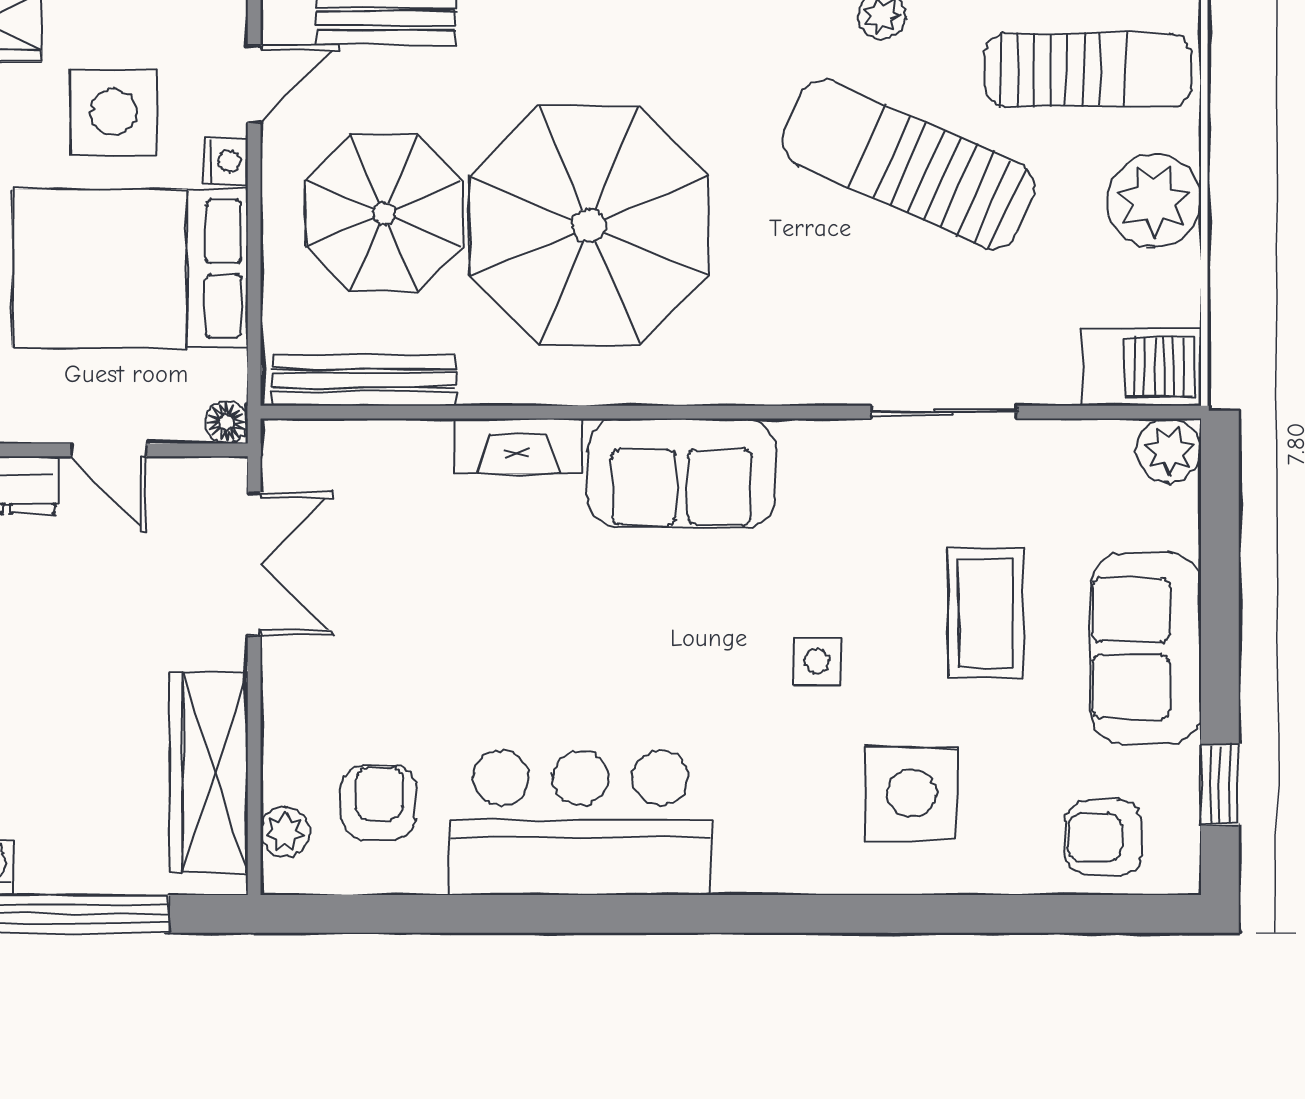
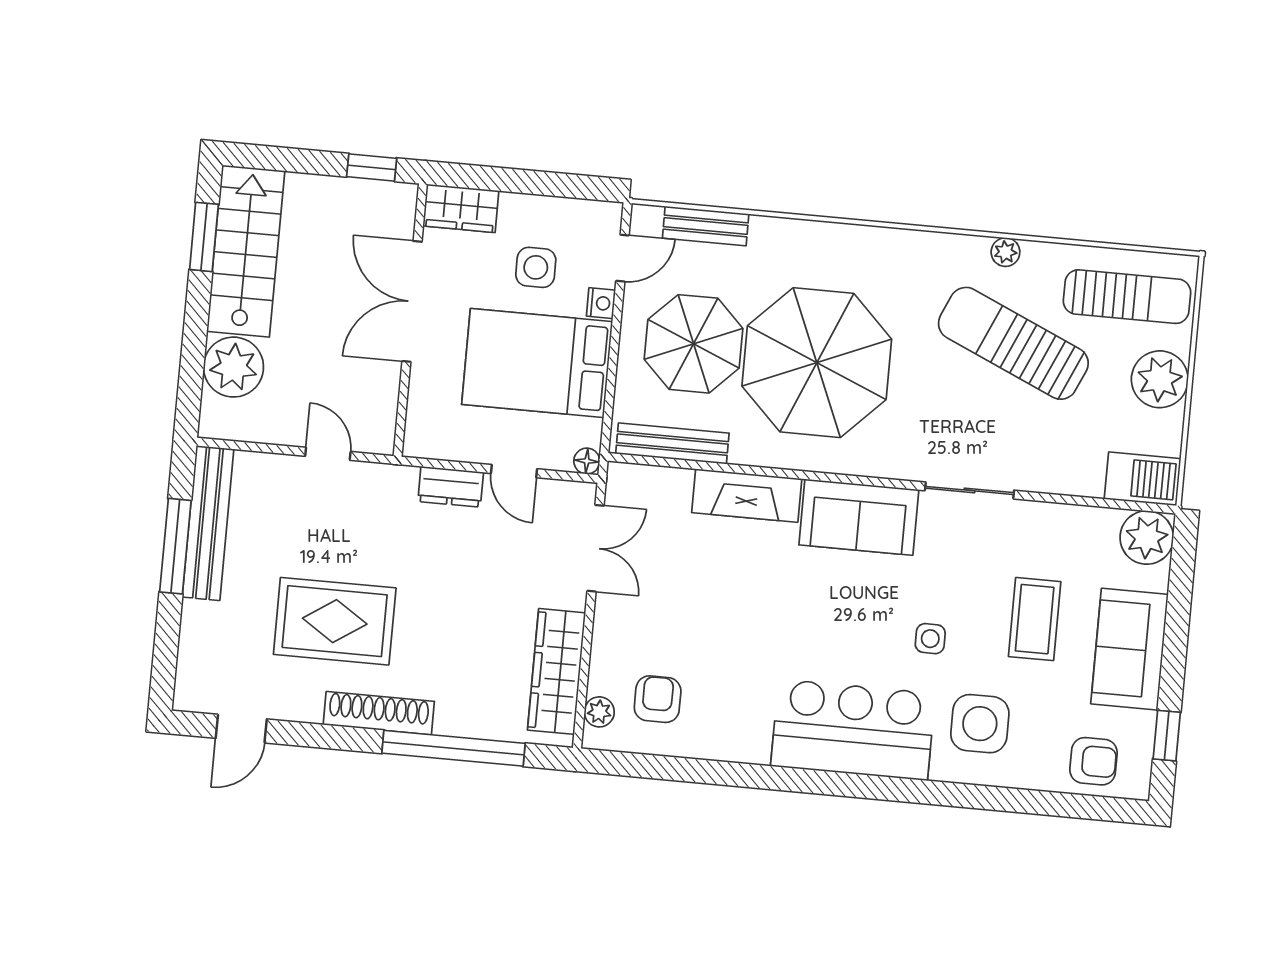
side table: (113, 112) -> (536, 267), width x0.73, depth x0.73
sliding door: (944, 412) -> (969, 490), moved
fireplace: (518, 446) -> (747, 496), width x1.37, depth x1.32
plant: (1169, 451) -> (1147, 538), width x1.36, depth x1.36
bar counter: (581, 823) -> (853, 730), moved
armchair: (1104, 838) -> (1094, 761), turned 180

